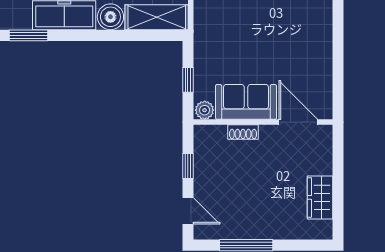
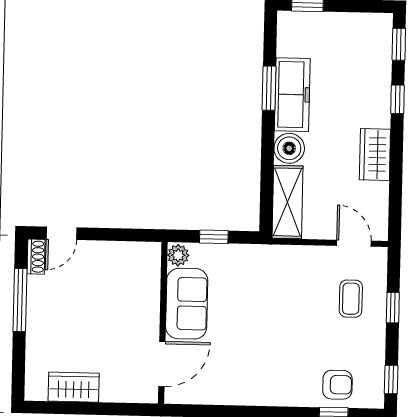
window: (29, 35) -> (269, 88), moved
shoe rack: (243, 132) -> (36, 257), moved, turned 180
window: (188, 166) -> (114, 234), removed

